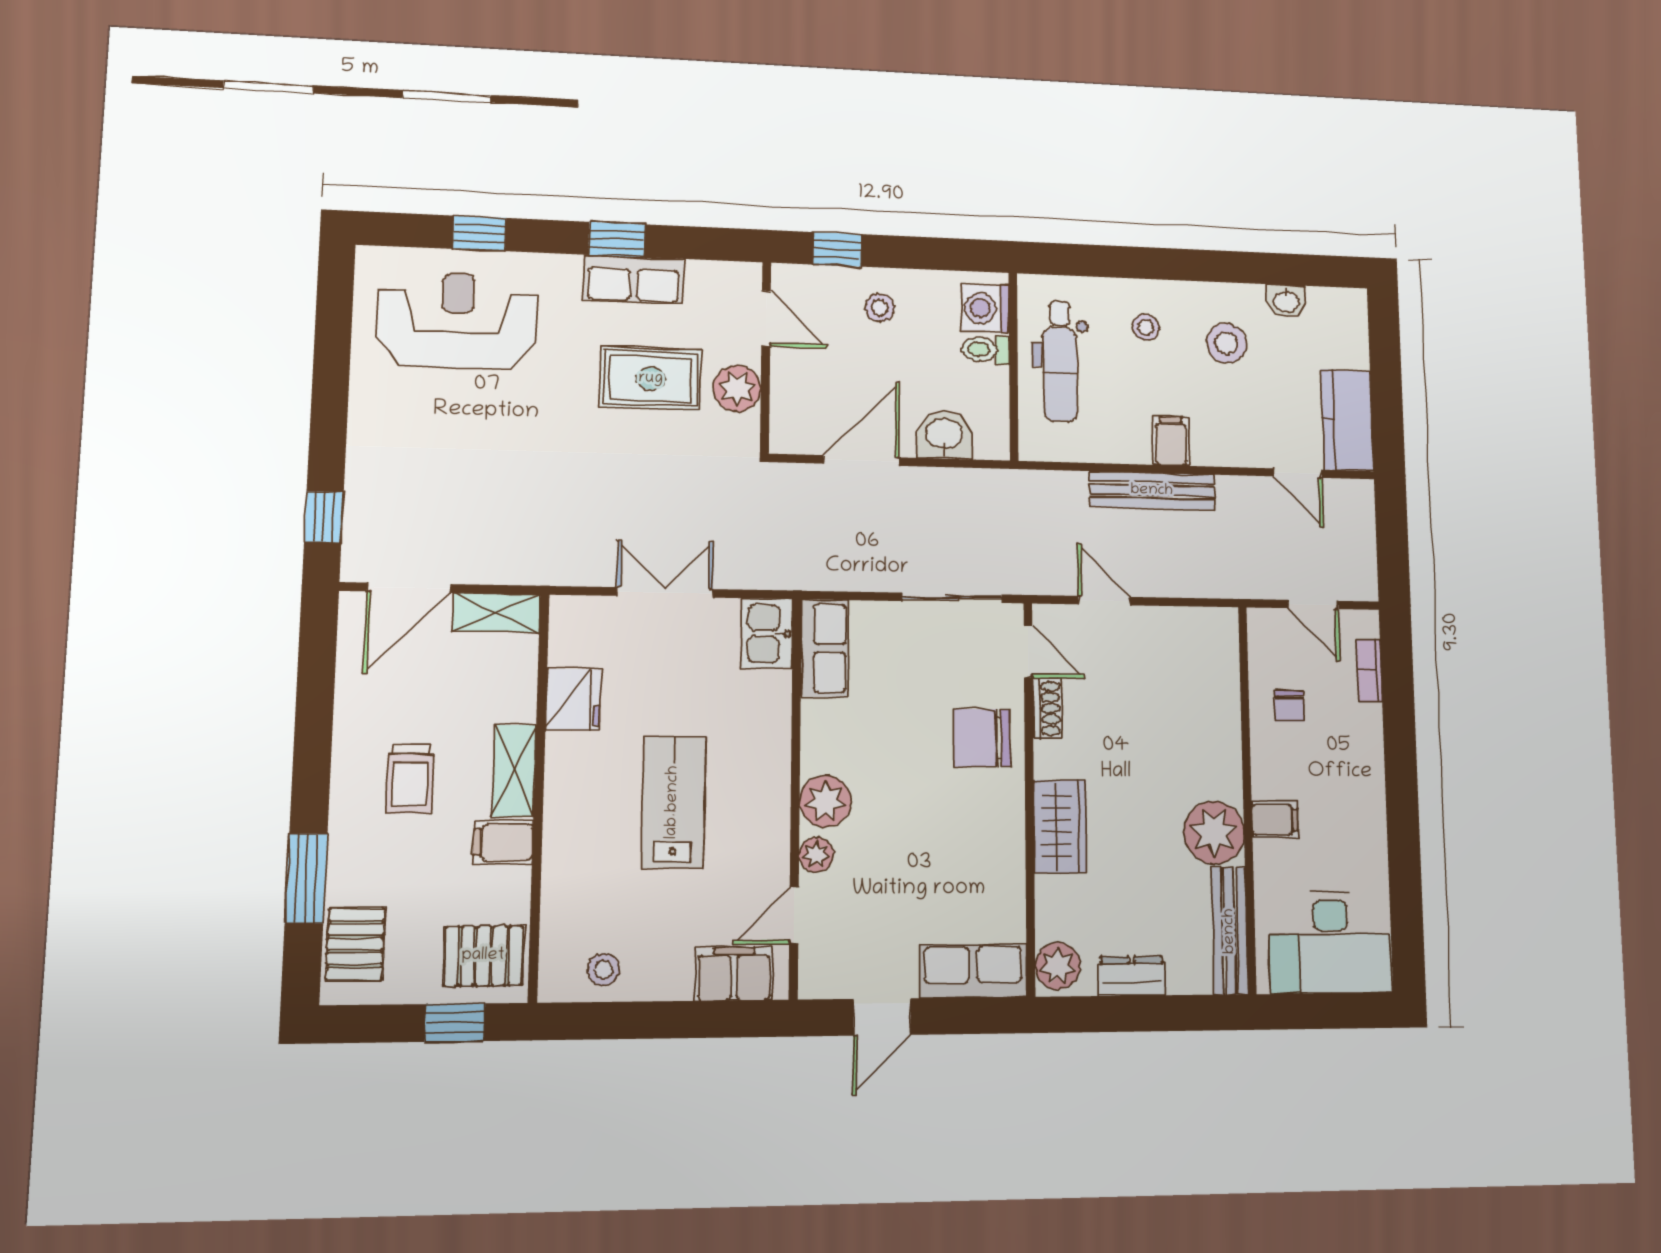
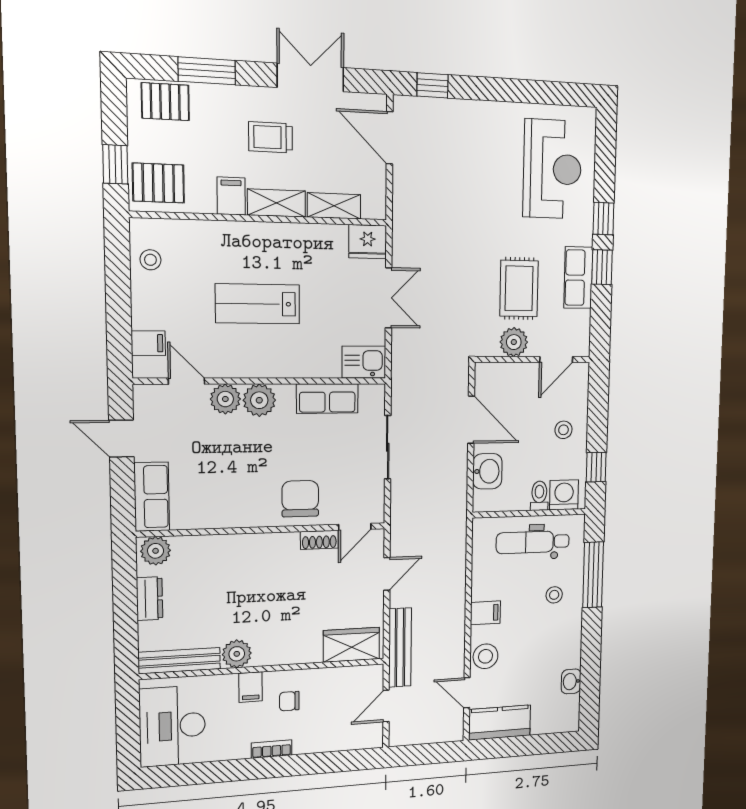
window: (479, 233) -> (603, 219), moved
window: (837, 249) -> (596, 467), moved
window: (1115, 262) -> (593, 575), added
stool: (1227, 343) -> (486, 656), moved
door: (1298, 473) -> (467, 693), hinge flipped
bench: (1152, 491) -> (400, 648), moved
sliding door: (952, 598) -> (388, 447), moved
shelving: (497, 613) -> (334, 206), moved, turned 90
row of seats: (824, 648) -> (327, 399), moved
bookcase: (1369, 670) -> (272, 749), moved
fridge: (573, 699) -> (368, 242), moved
chair: (1290, 706) -> (289, 701), moved
double door: (314, 714) -> (311, 77), added
lab bench: (673, 802) -> (258, 304), turned 180
wardrobe: (1060, 826) -> (351, 645), moved, turned 180
plant: (1214, 833) -> (237, 654), width x0.73, depth x0.73
plant: (816, 855) -> (225, 399), width x1.38, depth x1.38
pallet: (483, 956) -> (158, 183), turned 90
filing cabinet: (734, 974) -> (148, 343), width x0.50

